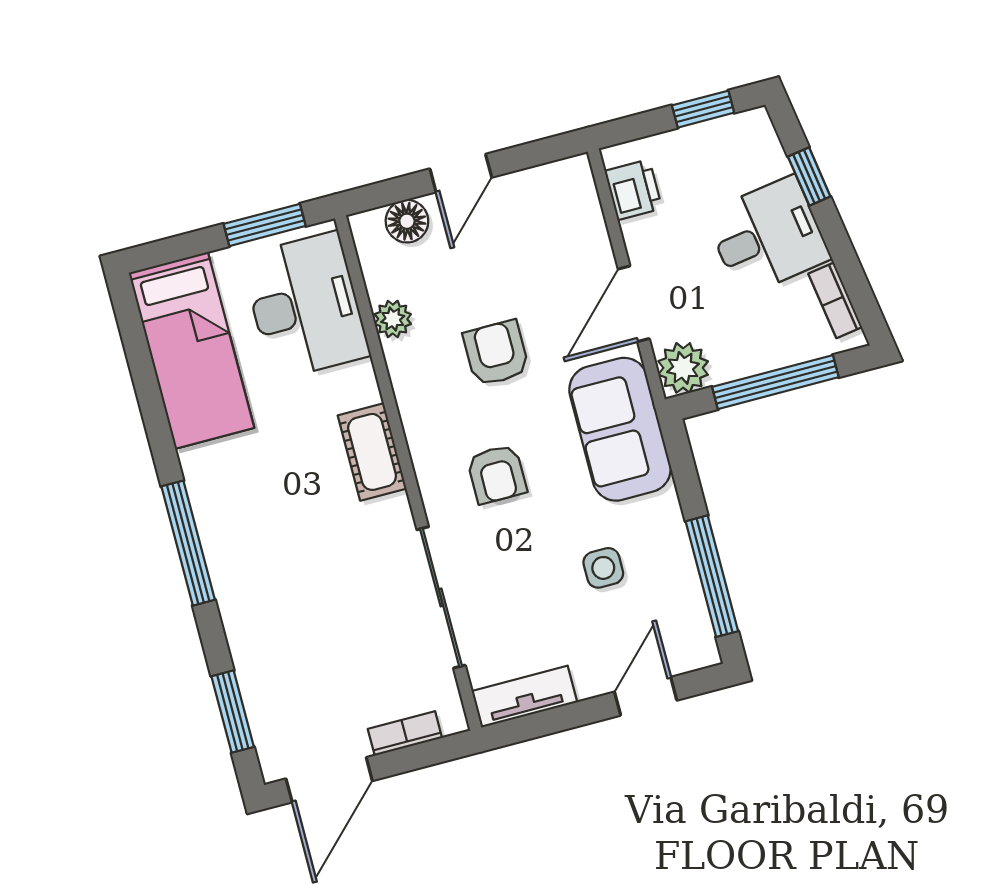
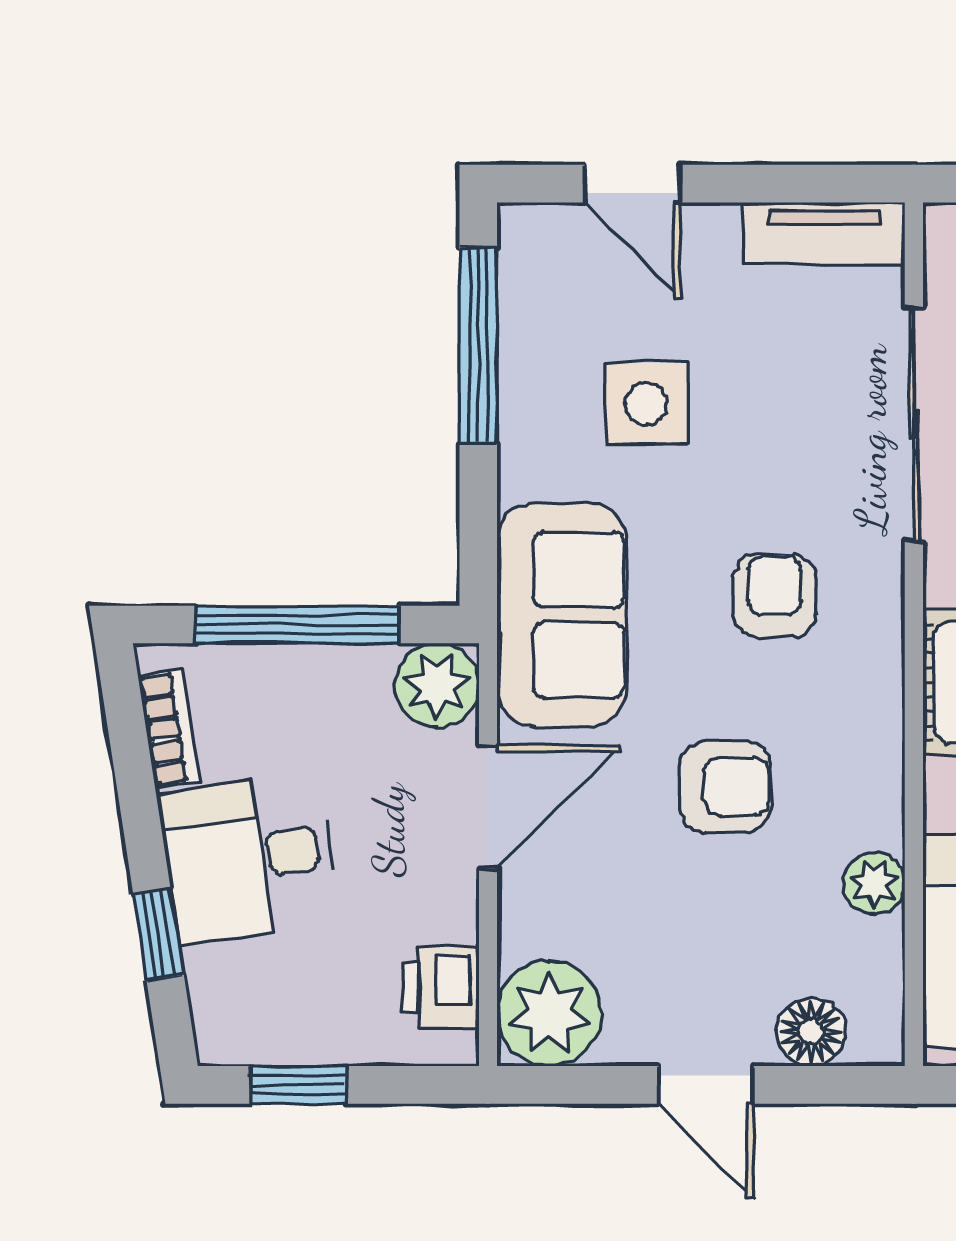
door: (461, 173) -> (706, 1085), swing flipped
plant: (565, 191) -> (549, 1014), added
armchair: (496, 353) -> (725, 787), turned -90
side table: (603, 568) -> (646, 403), width x1.37, depth x1.37
door: (646, 696) -> (633, 184), hinge flipped

